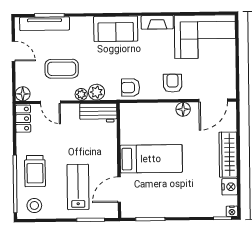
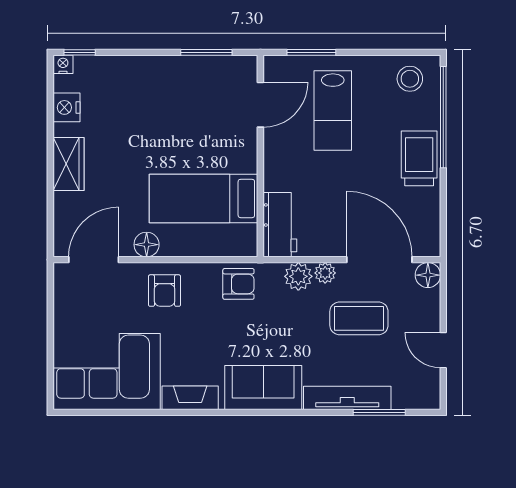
tv unit: (45, 24) -> (347, 398), moved
door: (50, 102) -> (379, 260), width x1.88
workbench: (98, 113) -> (280, 225), moved, turned 90
locker: (23, 119) -> (428, 232), removed
wardrobe: (228, 155) -> (69, 164), width x0.67
bed: (151, 159) -> (204, 198), moved
trolley: (35, 171) -> (419, 158), moved

